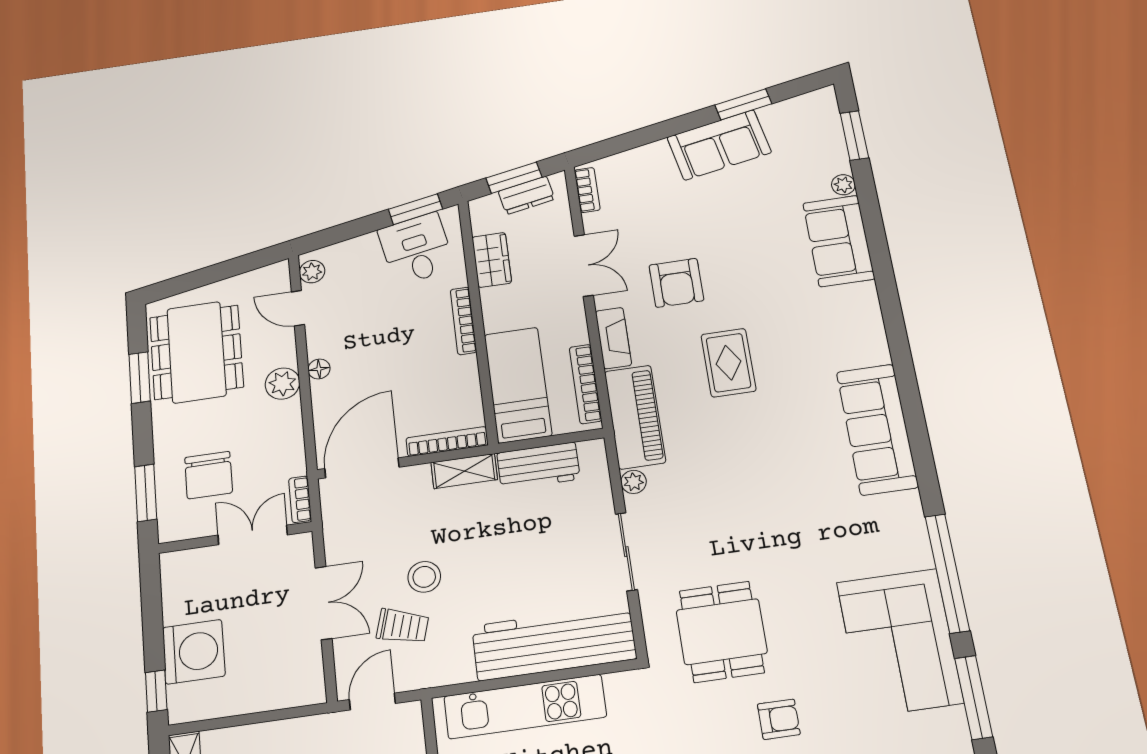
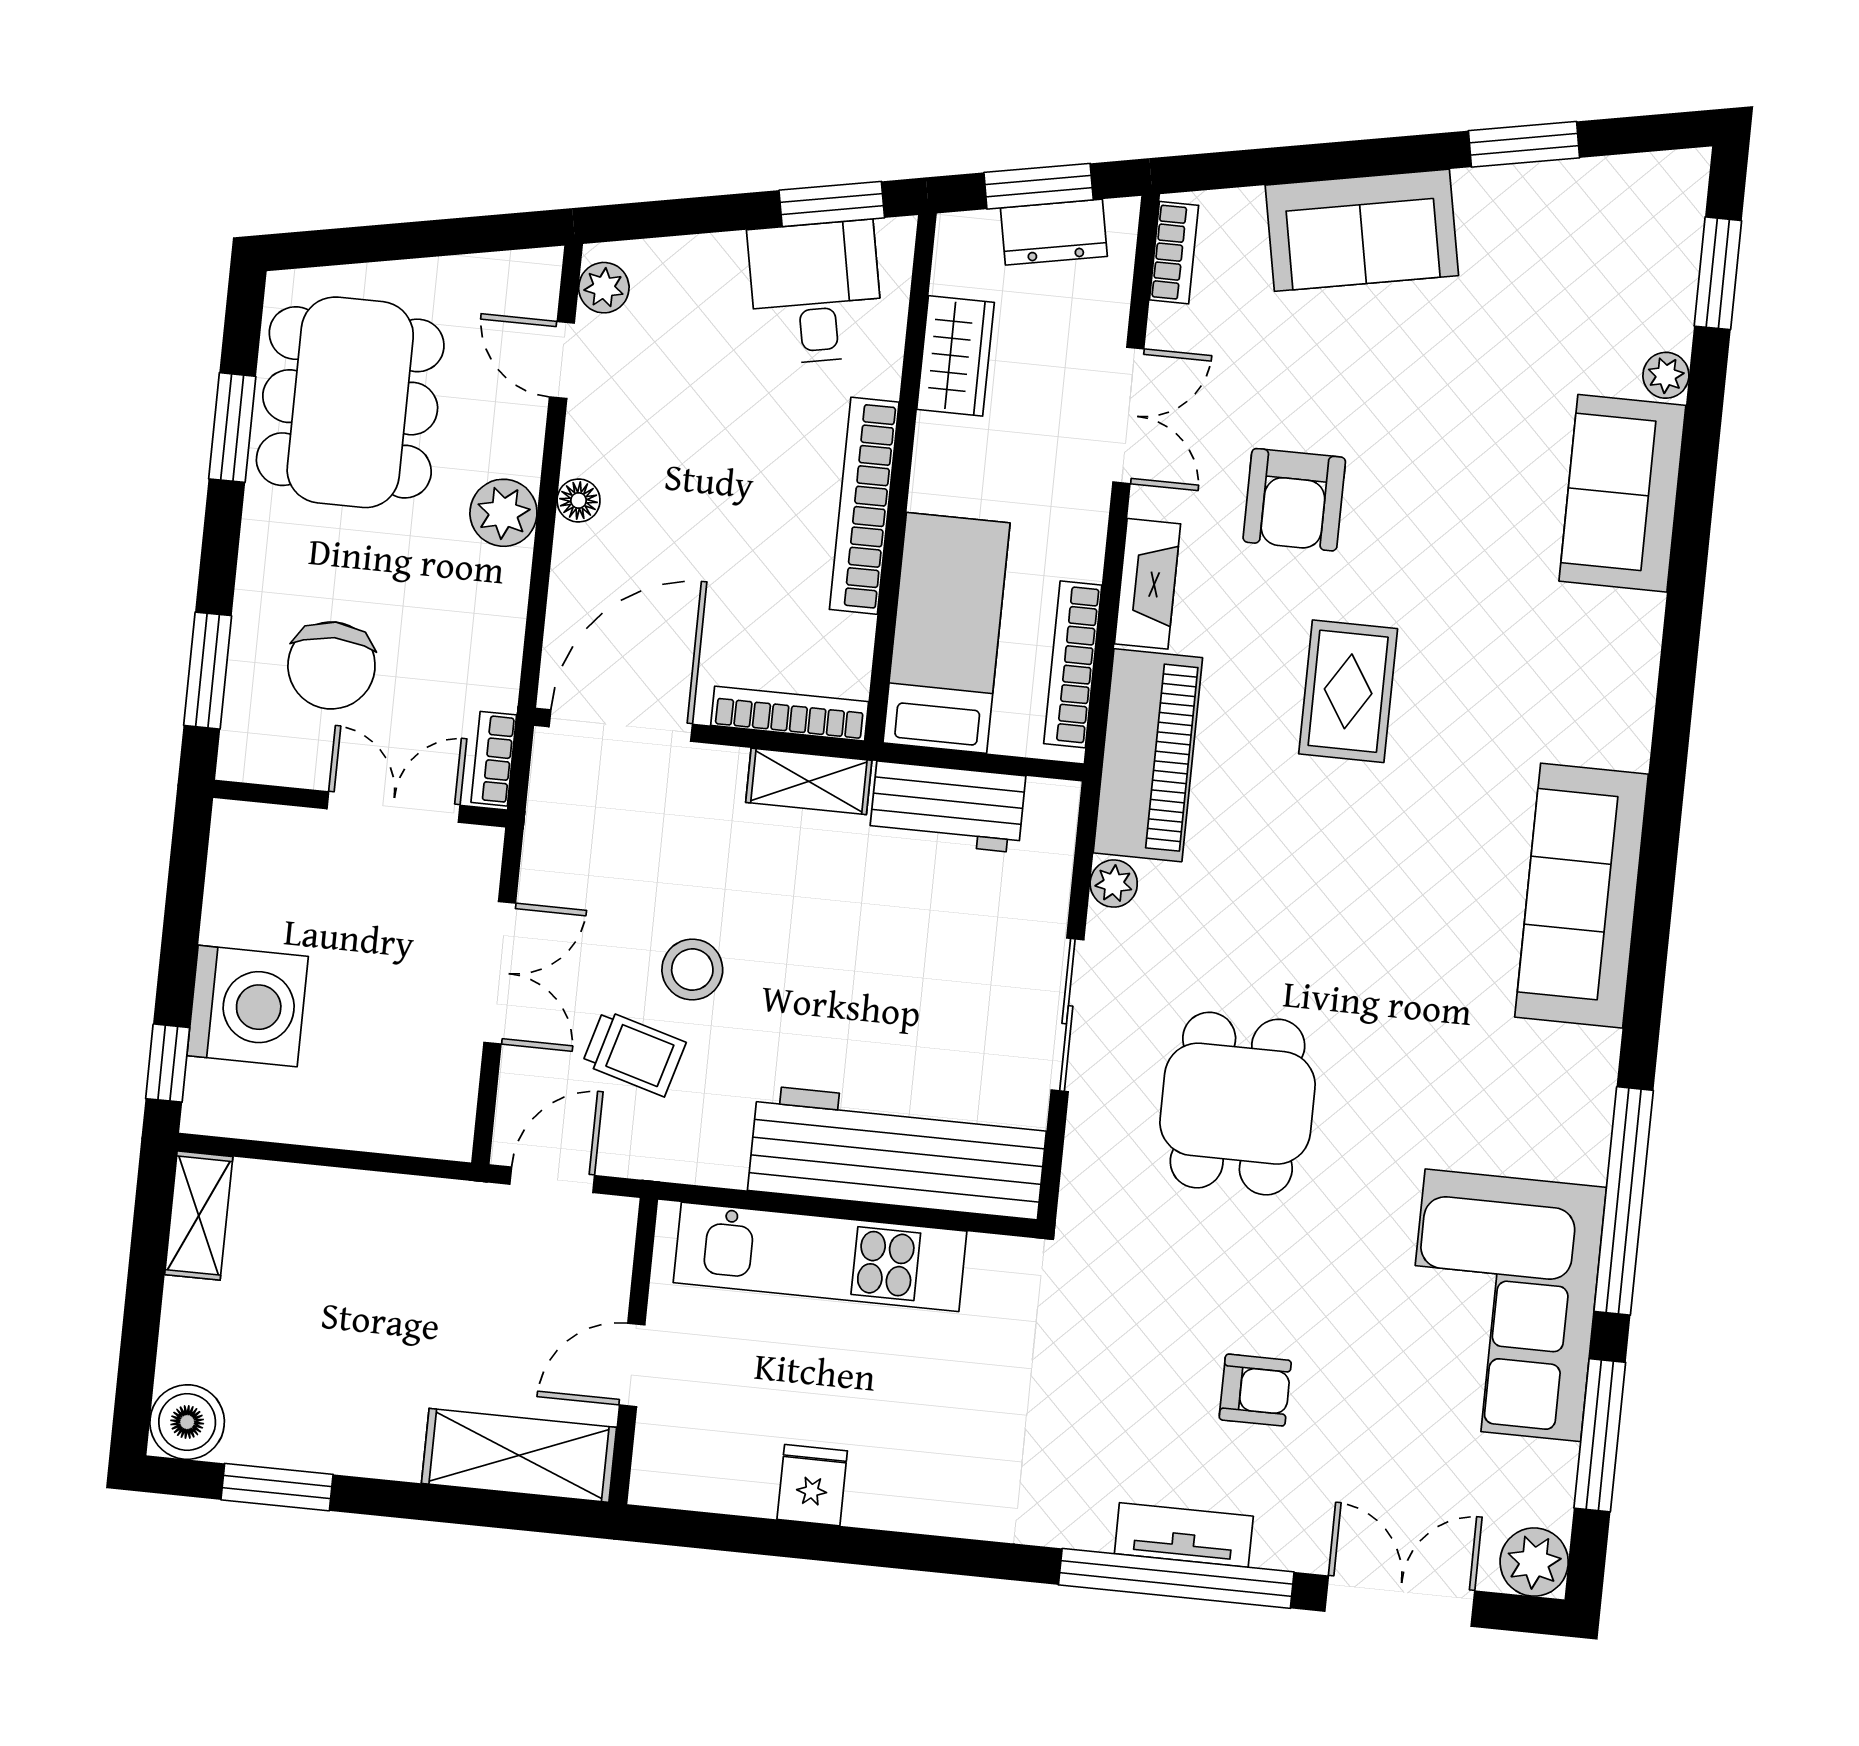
sofa: (719, 145) -> (1362, 230), moved
bookcase: (463, 321) -> (864, 506), width x1.48, depth x1.31
dining table: (722, 632) -> (1237, 1104), moved

